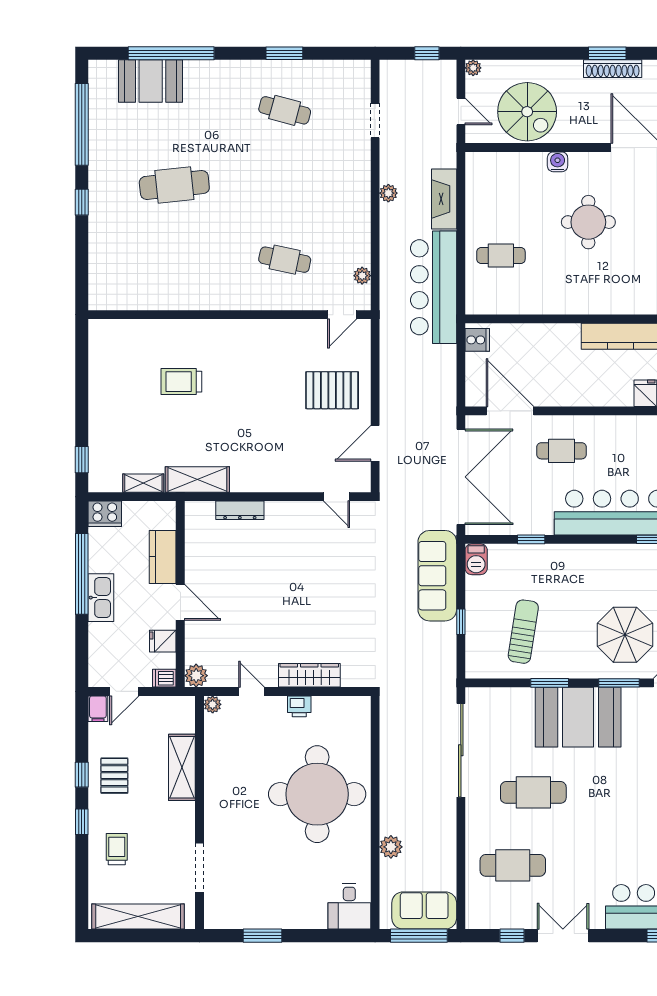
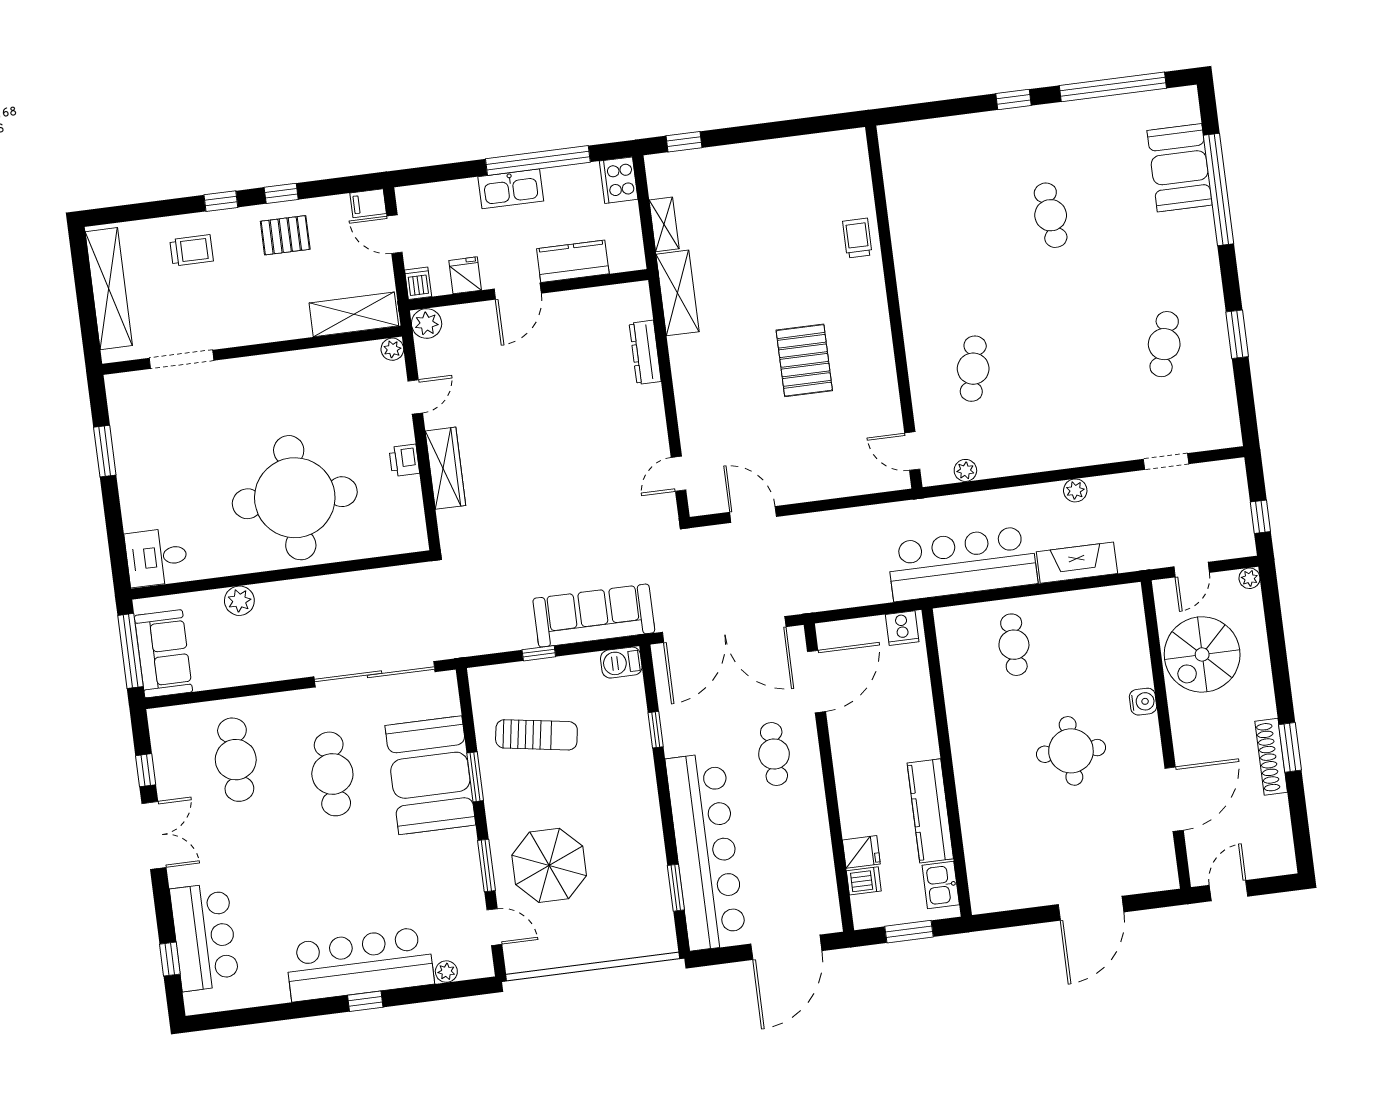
cafe table: (174, 185) -> (1051, 215), width x0.73, depth x0.74
trolley: (181, 382) -> (857, 238), moved, width x0.73, depth x0.72
pallet: (332, 390) -> (804, 360), moved
booth: (578, 717) -> (430, 775), moved
shelving: (182, 767) -> (354, 314), moved

